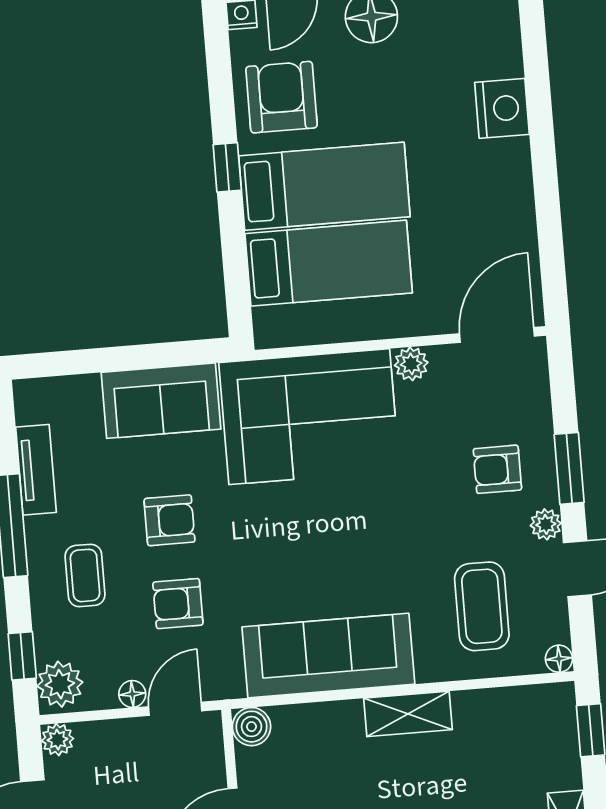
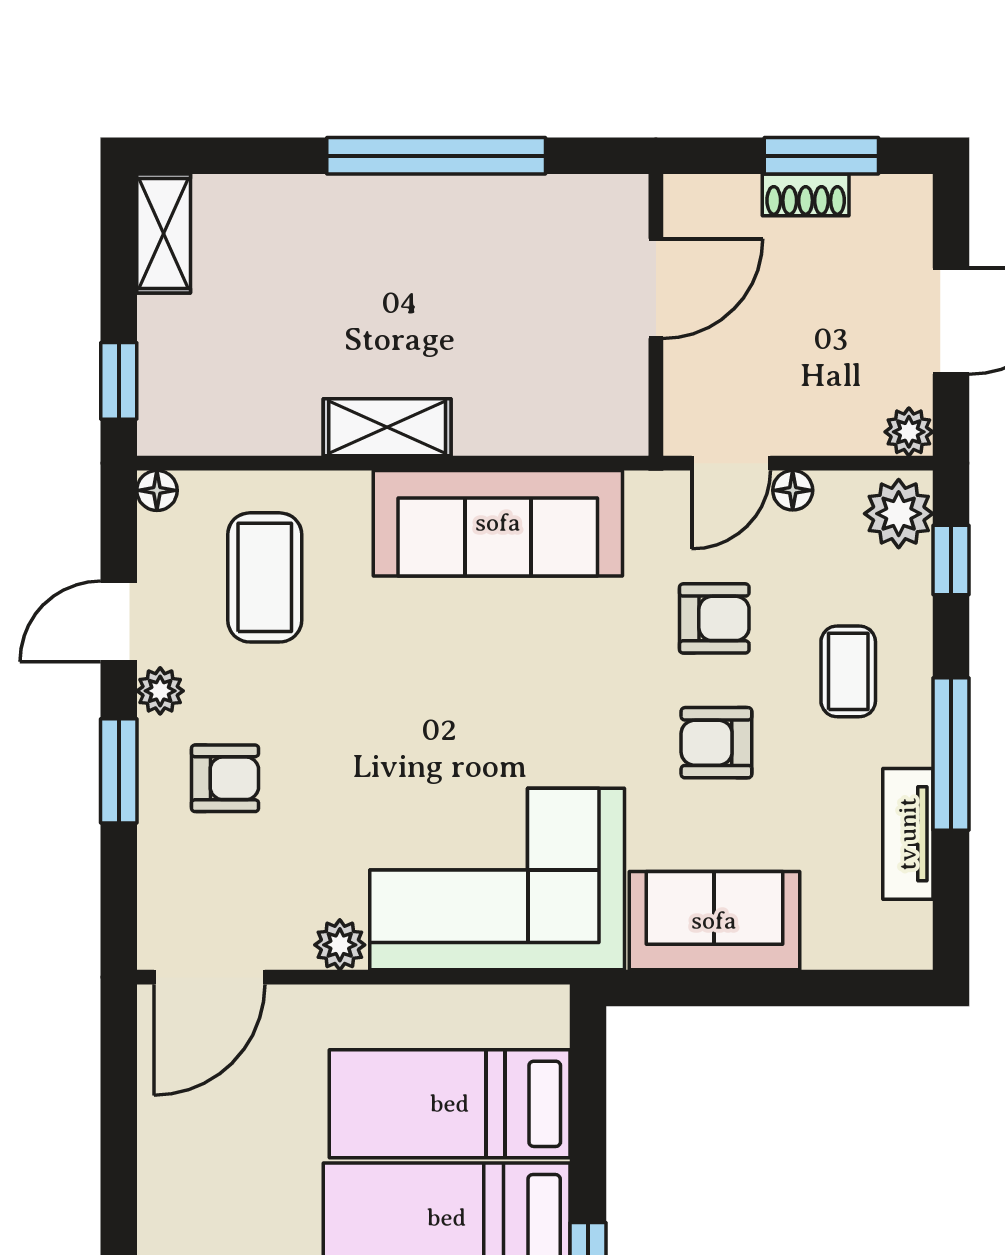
boiler: (251, 727) -> (620, 427), removed

